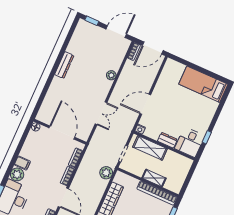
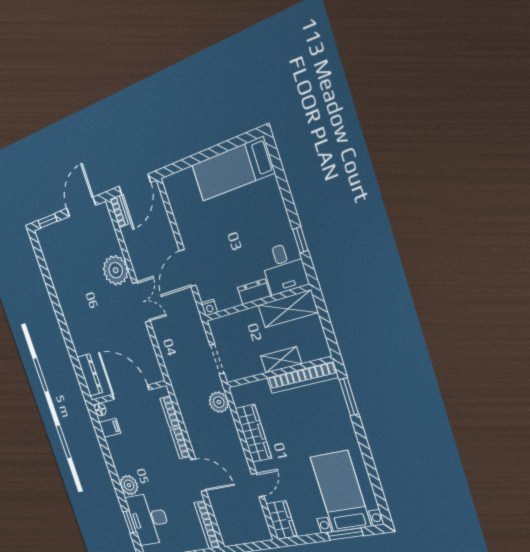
dresser: (64, 65) -> (90, 375), moved
plant: (111, 75) -> (116, 270), width x1.88, depth x1.88
double door: (101, 113) -> (141, 302), moved
shelving: (150, 148) -> (288, 309), moved
filing cabinet: (22, 163) -> (110, 428), moved

